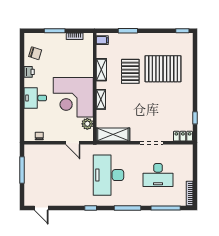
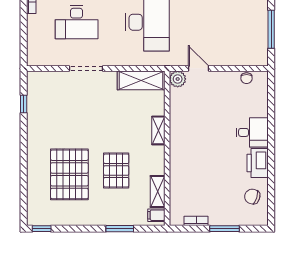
pallet: (163, 69) -> (69, 174), turned 90
shelving: (101, 70) -> (158, 192), moved
printer: (29, 72) -> (258, 163), width x1.87, depth x1.48
corner desk: (73, 97) -> (198, 133), removed
plant: (87, 124) -> (178, 79), moved
locker: (183, 136) -> (41, 78), removed
desk: (158, 175) -> (77, 22), turned 180

